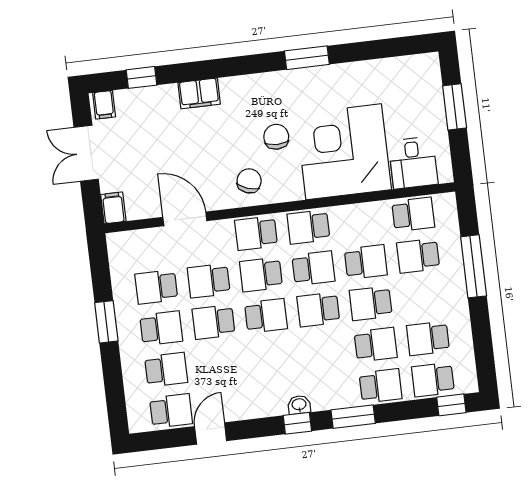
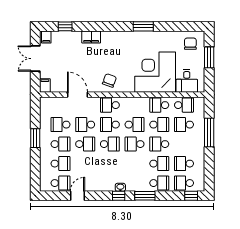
chair: (276, 137) -> (190, 44), moved
school desk: (308, 227) -> (159, 105), moved
school desk: (214, 322) -> (85, 144), turned 180

